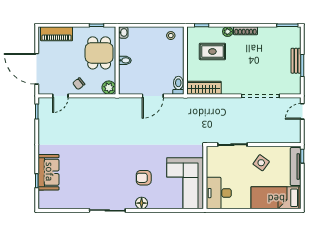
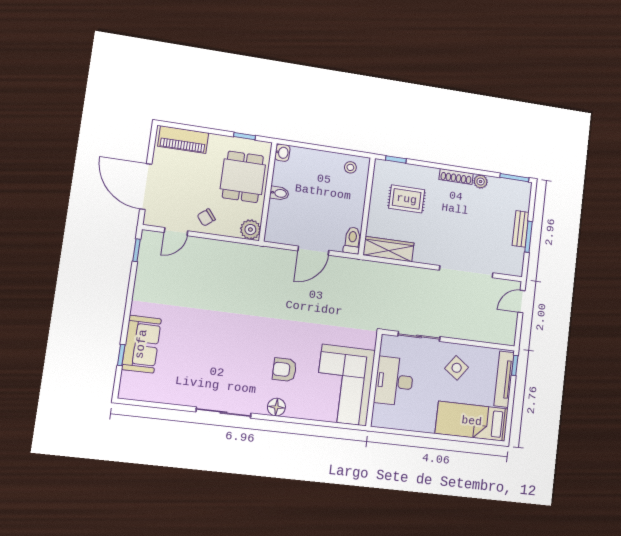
plant: (228, 32) -> (481, 181), moved
desk: (219, 193) -> (394, 381), moved

